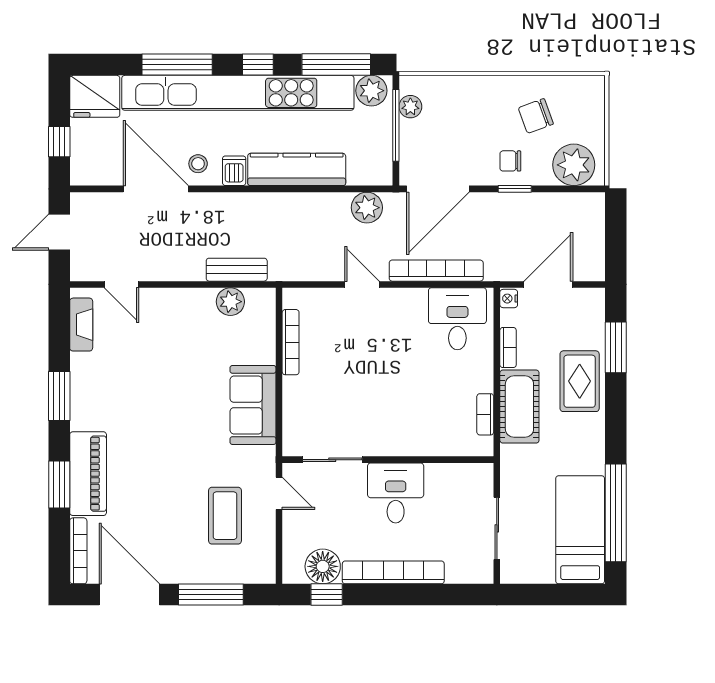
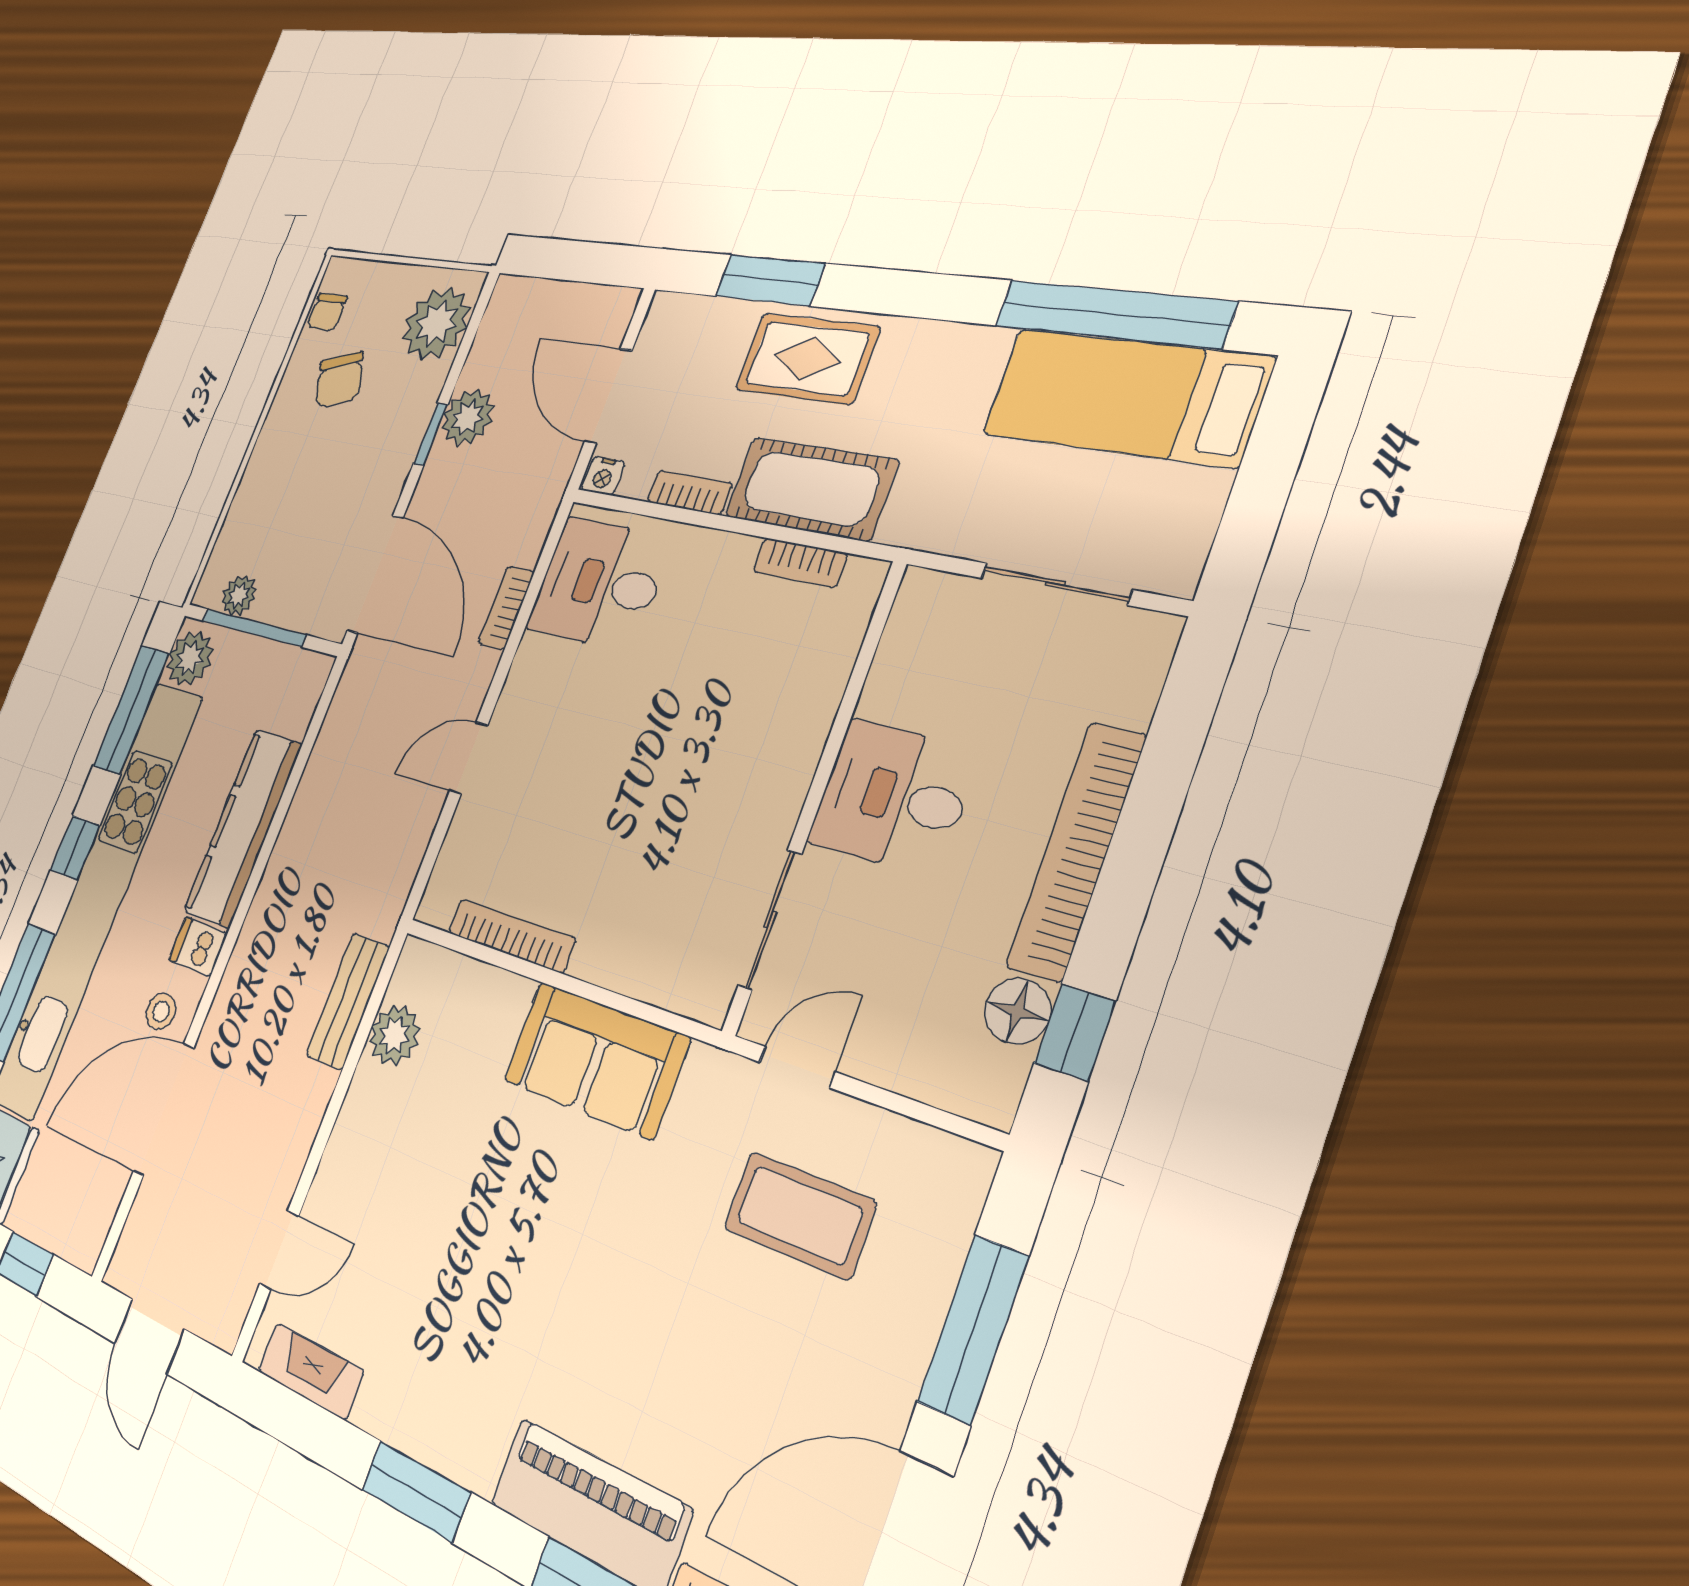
chair: (510, 161) -> (327, 312), moved
plant: (367, 208) -> (468, 417), moved
bookcase: (436, 271) -> (506, 608), width x0.43, depth x0.76
floor lamp: (323, 566) -> (1017, 1011), width x0.73, depth x0.73

